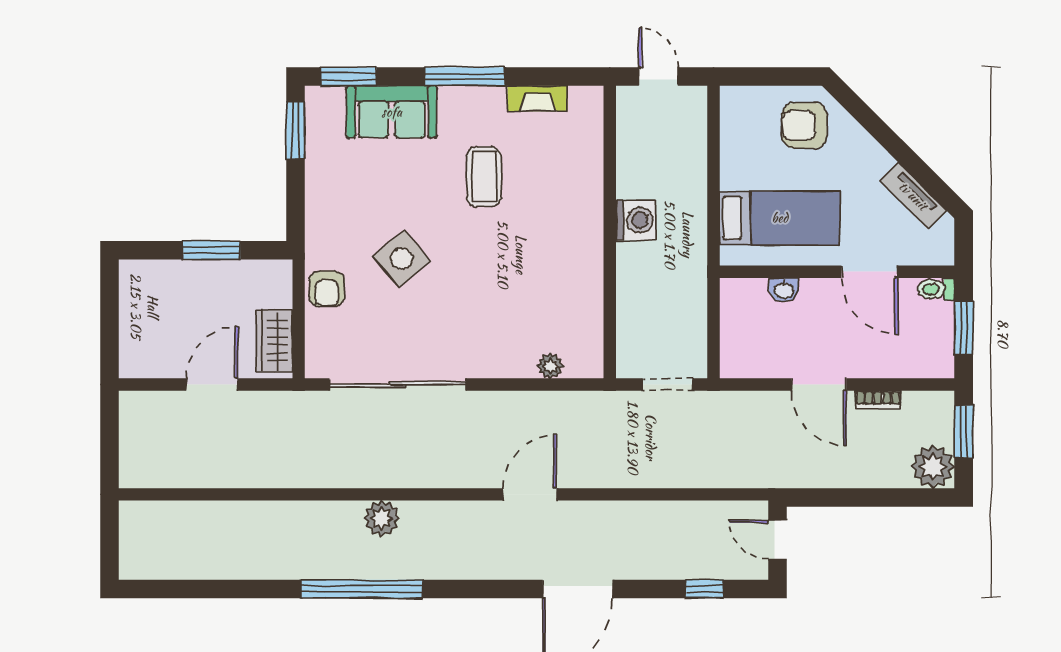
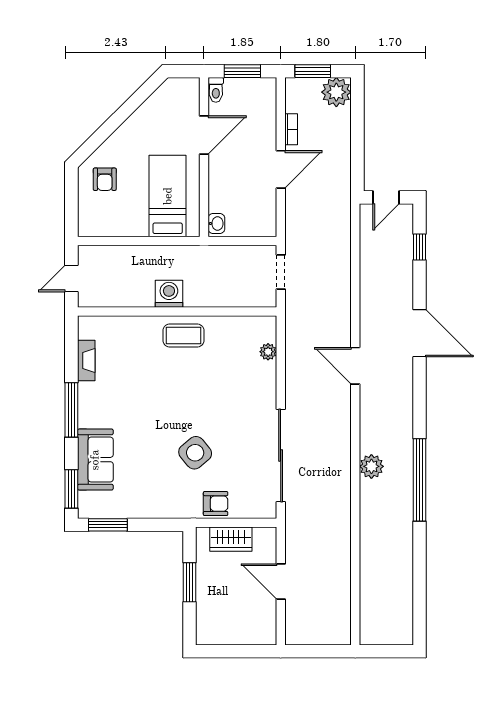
armchair: (804, 126) -> (105, 179), width x0.72, depth x0.72
coffee table: (484, 177) -> (183, 335), moved
tv unit: (913, 196) -> (152, 105), removed
washbasin: (784, 290) -> (216, 223), moved
wardrobe: (275, 341) -> (231, 539), moved

